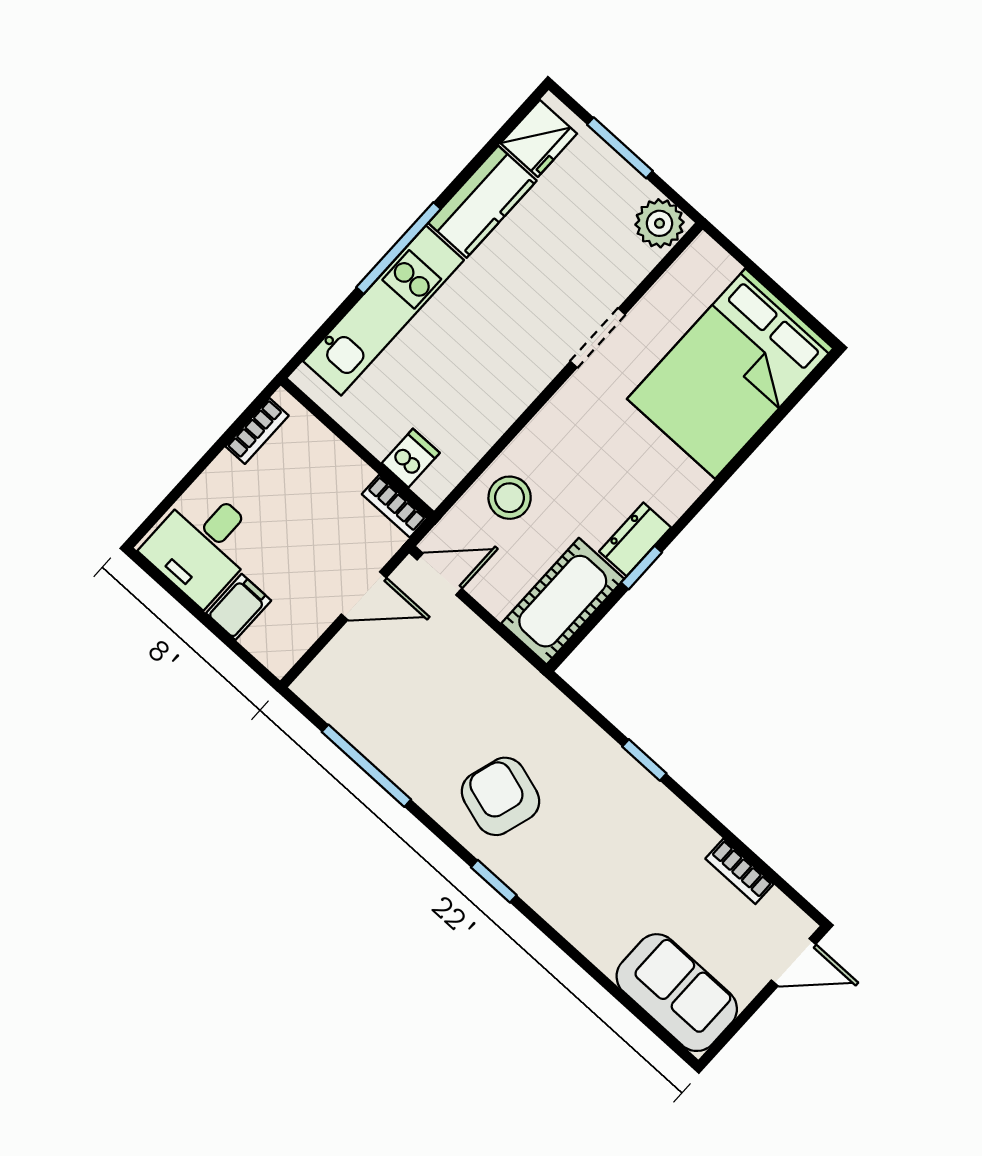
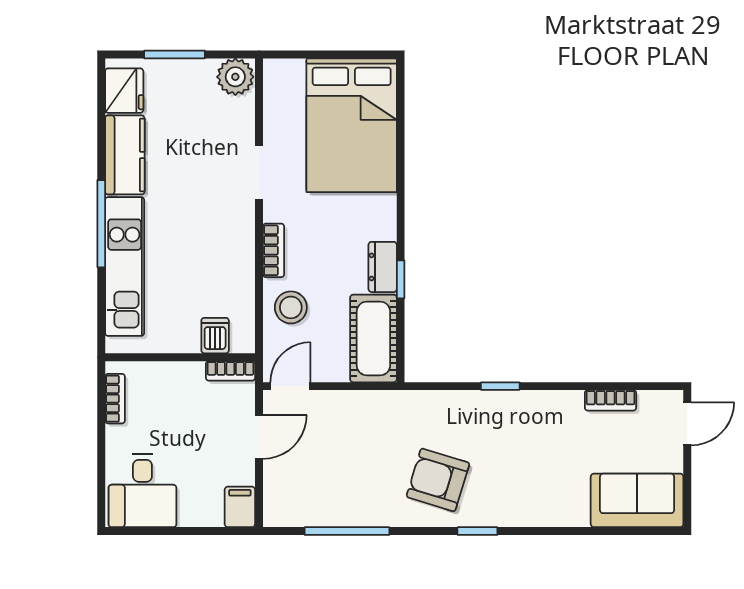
bookcase: (543, 427) -> (274, 250), added
filing cabinet: (239, 607) -> (240, 507), moved

